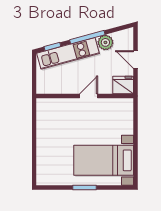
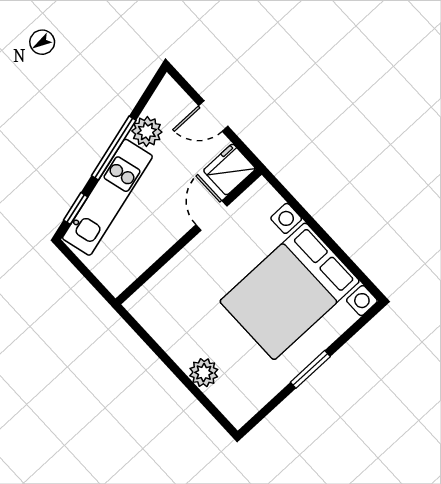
door: (89, 96) -> (211, 215), moved
plant: (44, 152) -> (204, 373), added
bed with nightstands: (104, 160) -> (290, 291), width x1.36

